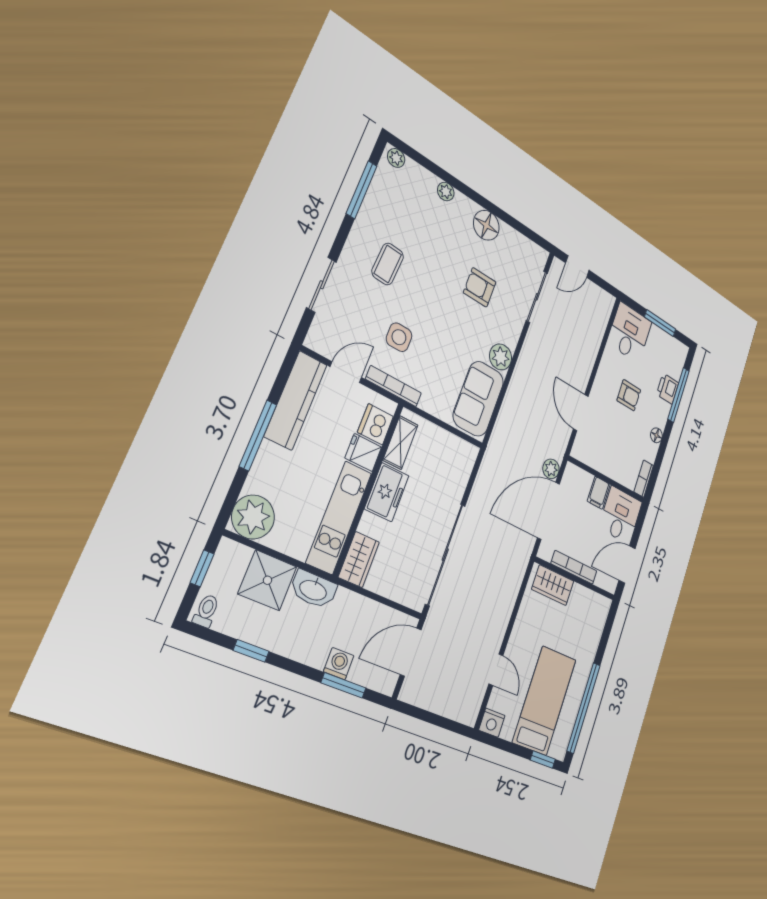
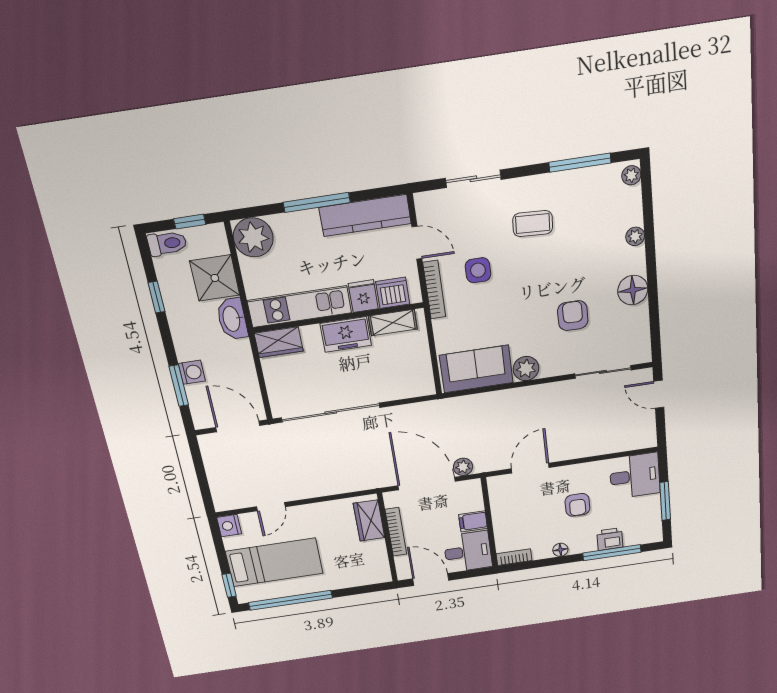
toilet: (206, 611) -> (167, 243), width x1.37, depth x1.39

